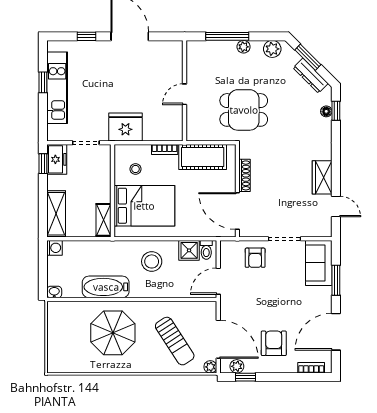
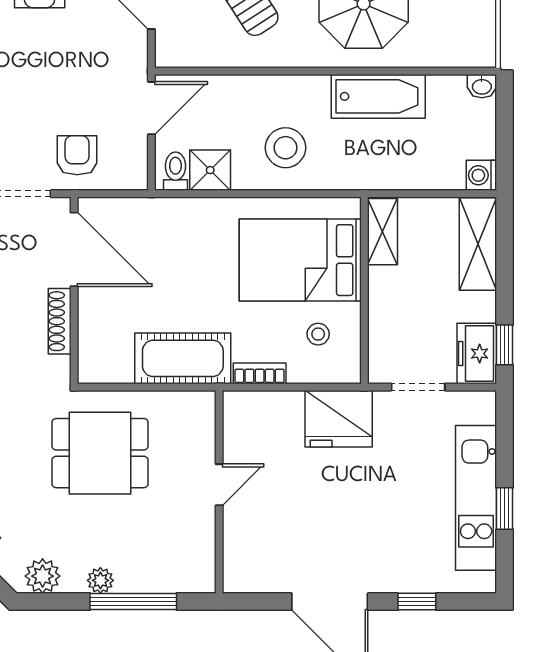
shoe rack: (245, 175) -> (60, 321), moved
wall: (237, 191) -> (74, 290), moved
door: (237, 211) -> (74, 249), moved

